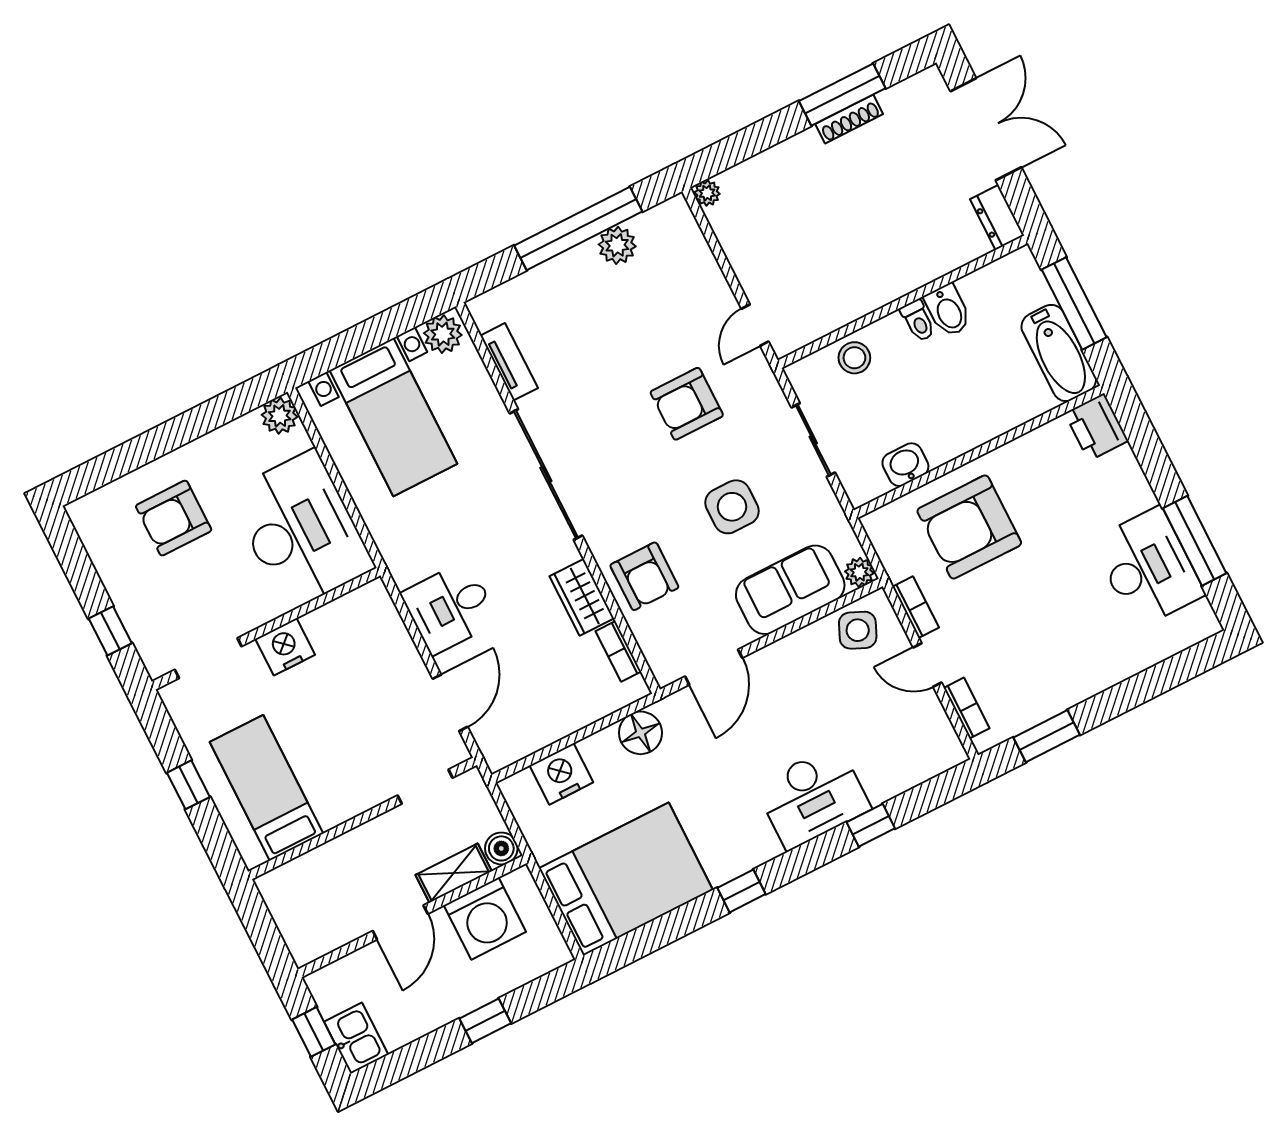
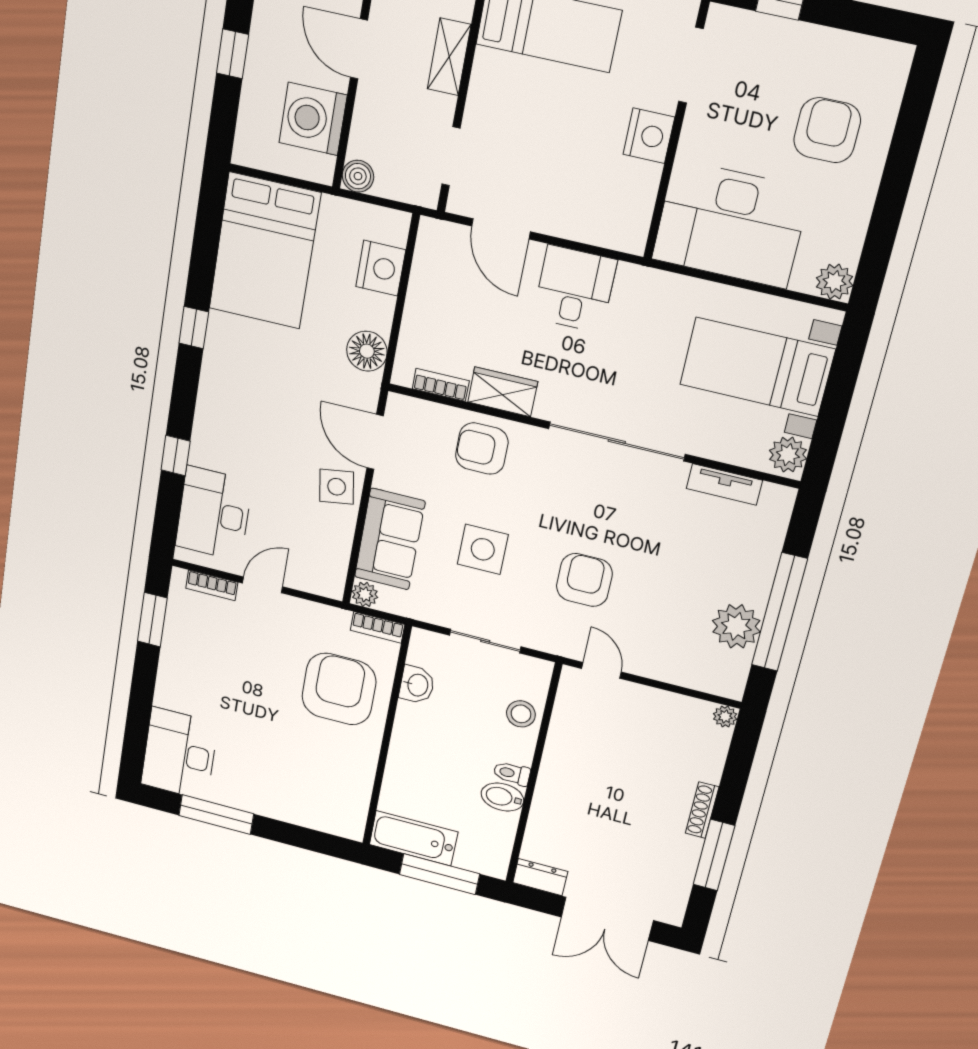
shoe rack: (849, 119) -> (702, 810), moved
plant: (617, 245) -> (736, 626), width x1.36, depth x1.36
printer: (1096, 427) -> (343, 820), removed
desk: (1148, 568) -> (179, 754), moved, turned 90
bookcase: (916, 607) -> (377, 627), moved
side table: (858, 630) -> (337, 487), moved, turned -33
desk: (813, 797) -> (214, 514), moved
shelving: (454, 873) -> (449, 57), moved

